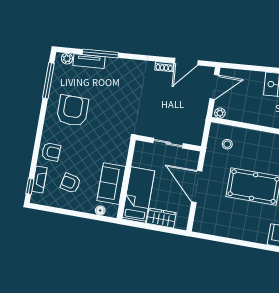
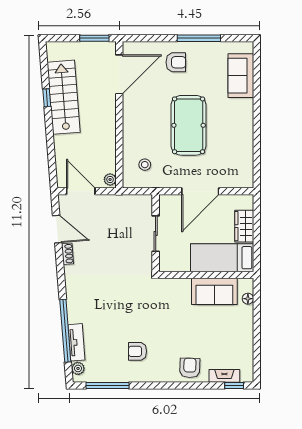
window: (100, 54) -> (65, 331), width x1.46
armchair: (73, 111) -> (138, 351), width x0.53, depth x0.53
armchair: (71, 183) -> (222, 339), removed

